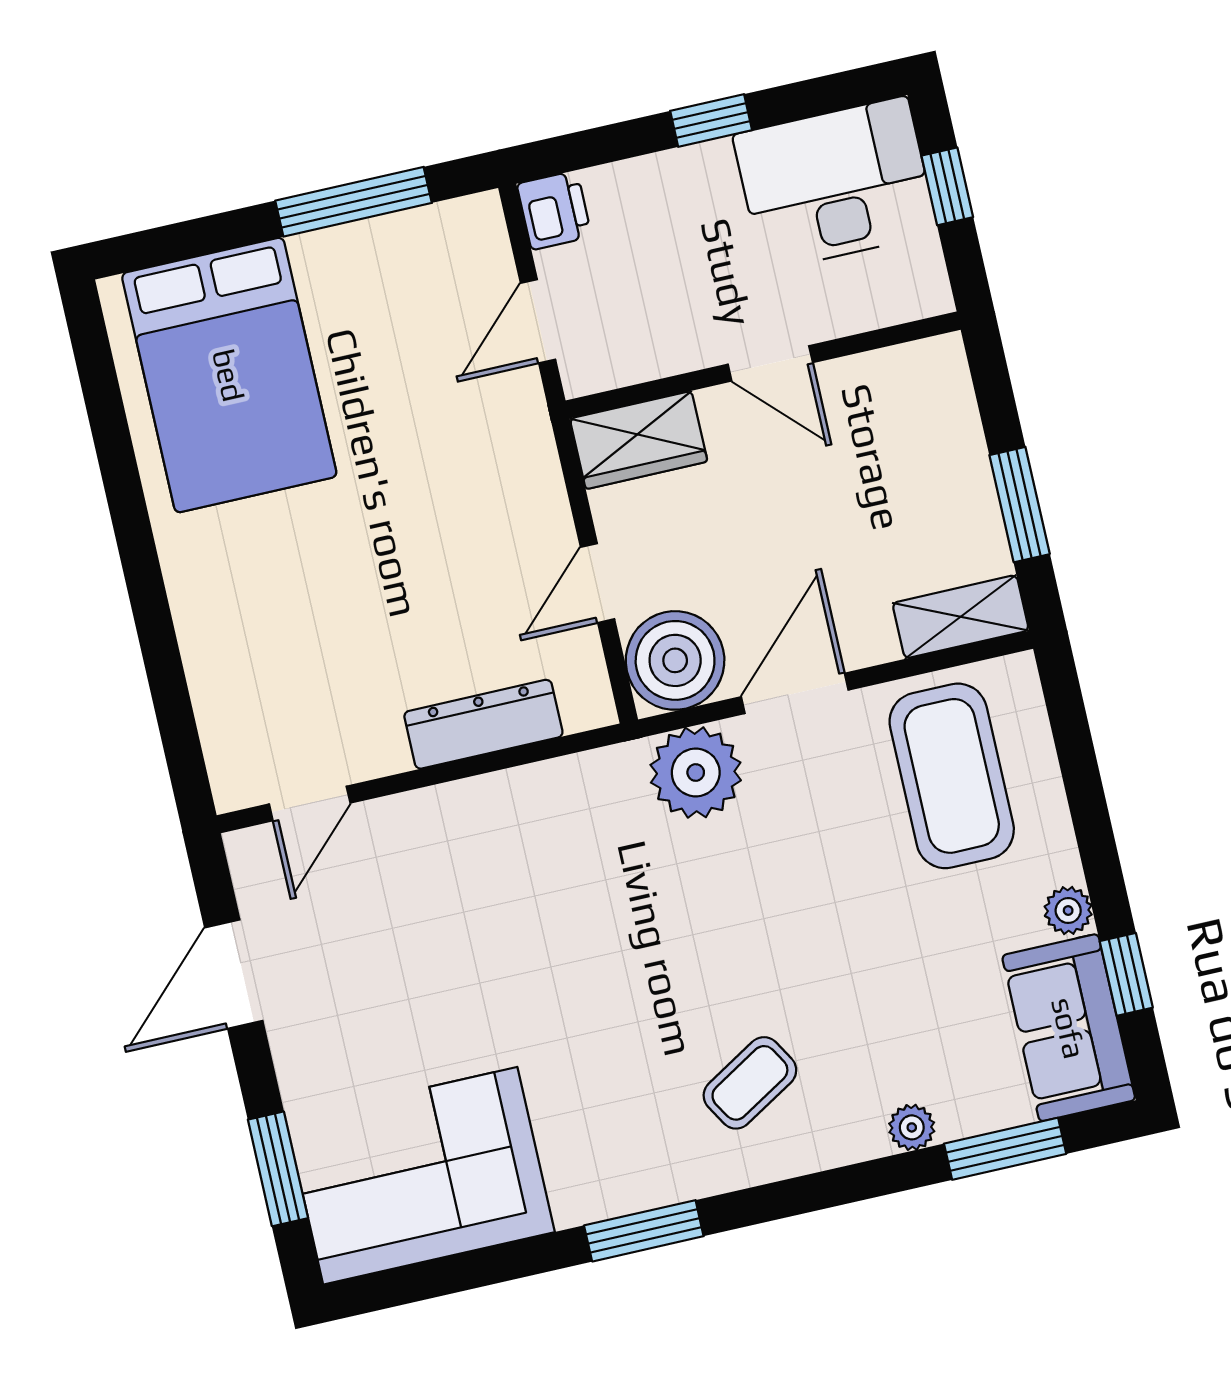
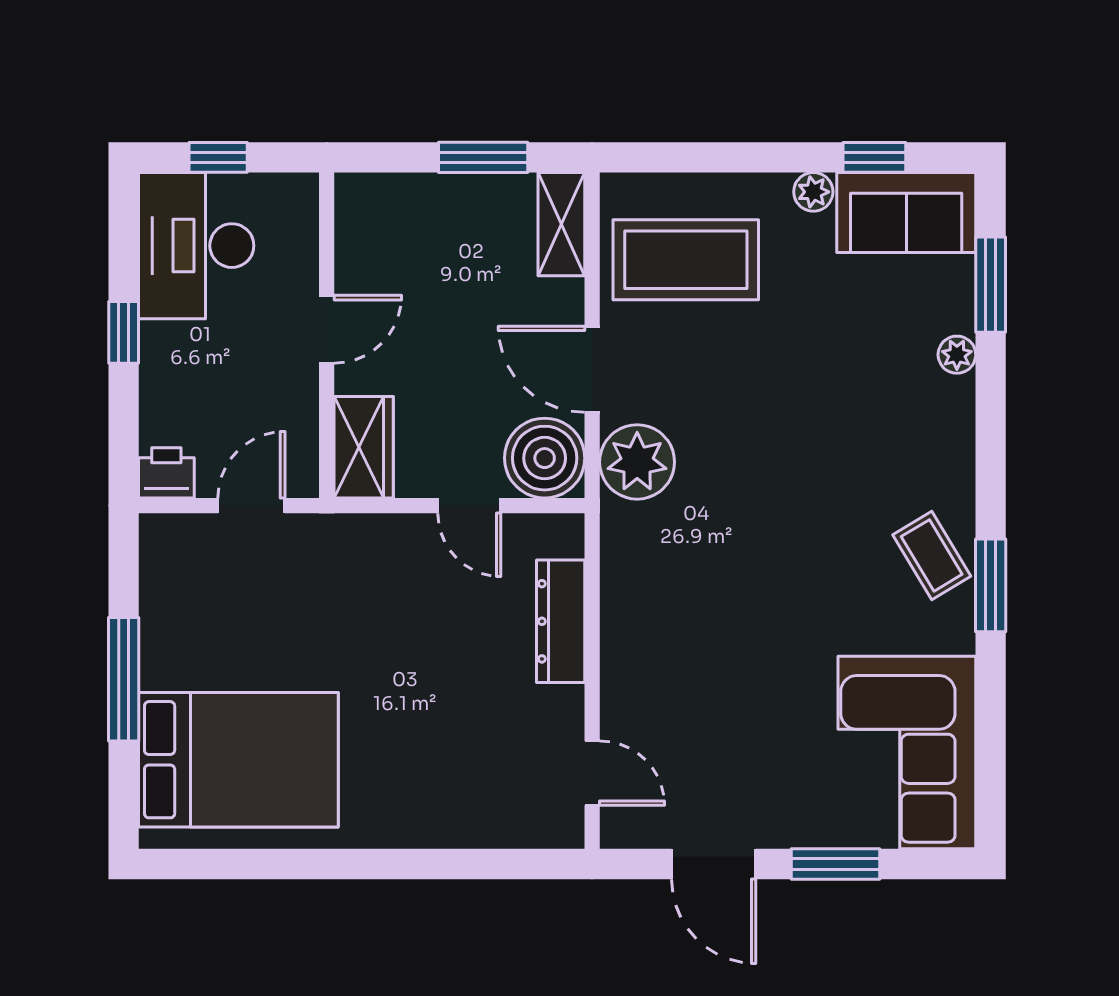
window: (354, 202) -> (124, 679), moved
door: (538, 321) -> (251, 506), swing flipped
coffee table: (750, 1083) -> (932, 555), moved
window: (278, 1169) -> (836, 864), moved

